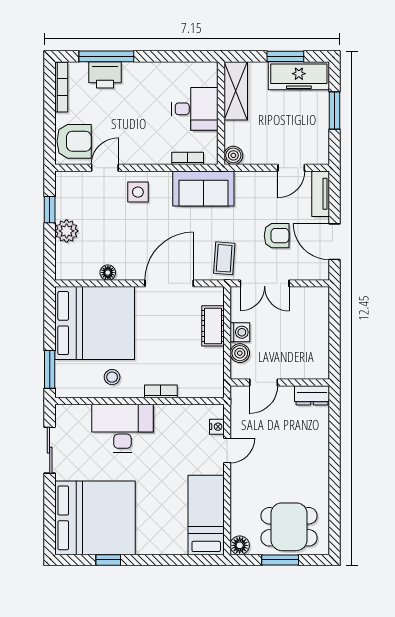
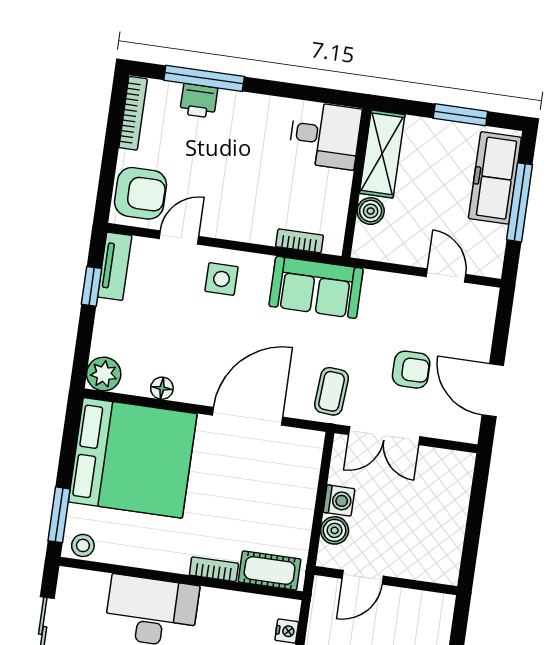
printer: (105, 75) -> (199, 101), width x0.73, depth x0.81
freezer: (299, 76) -> (495, 178), moved, turned 90
desk: (195, 109) -> (325, 135), moved
window: (334, 111) -> (520, 202), width x1.44
boiler: (233, 155) -> (371, 211), moved
door: (291, 168) -> (446, 276), swing flipped
tv unit: (321, 194) -> (115, 266), moved, turned 180
plant: (67, 231) -> (104, 374), moved
cot: (213, 326) -> (270, 570), moved, turned 90
stool: (112, 377) -> (83, 545), moved
dresser: (312, 395) -> (429, 605), removed

